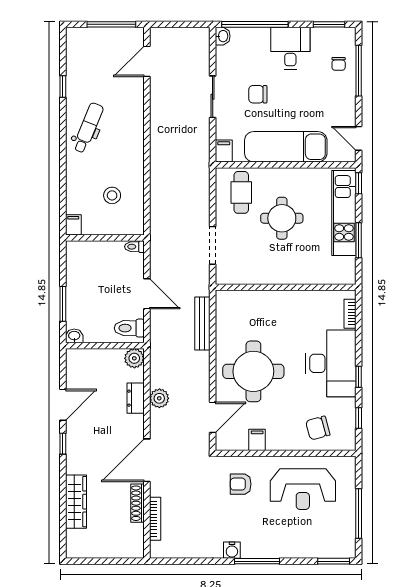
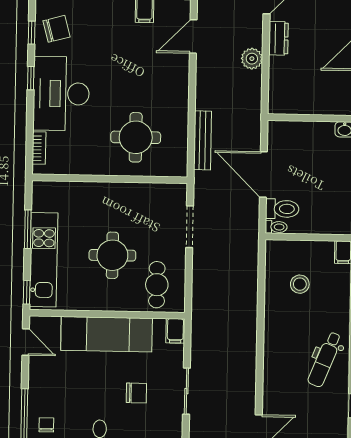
door: (147, 294) -> (263, 174), width x1.36
toilet: (129, 328) -> (282, 209), moved
plant: (134, 358) -> (279, 103), removed
round table: (253, 371) -> (136, 137), moved, width x0.73, depth x0.73
dresser: (136, 398) -> (278, 38), moved
chair: (318, 428) -> (56, 29), moved

